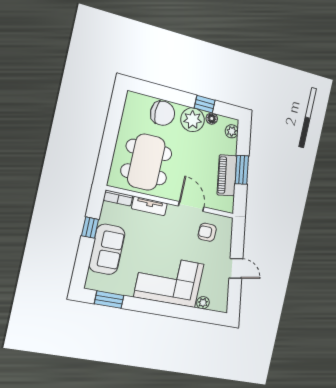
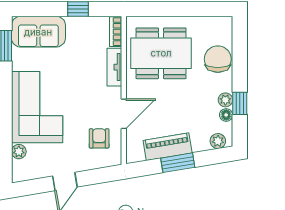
chair: (163, 113) -> (218, 59), turned 180
plant: (193, 120) -> (225, 100), width x0.53, depth x0.53
sofa: (107, 249) -> (38, 32), moved

